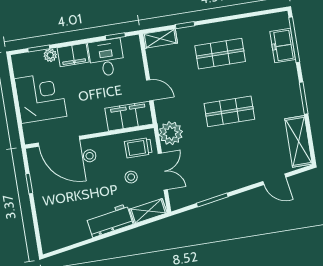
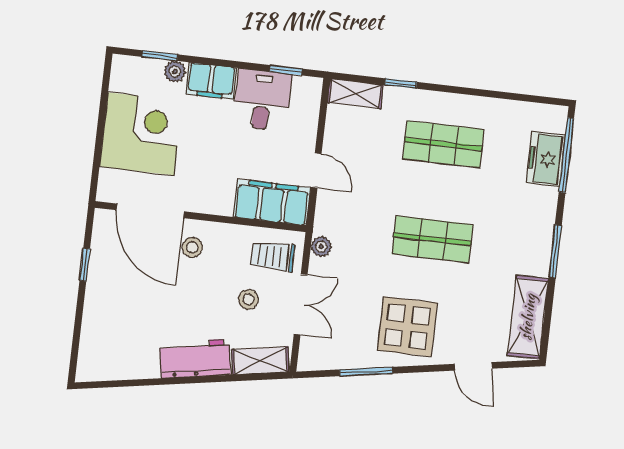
plant: (171, 133) -> (321, 247), width x0.53, depth x0.53
display table: (229, 167) -> (407, 326), added

